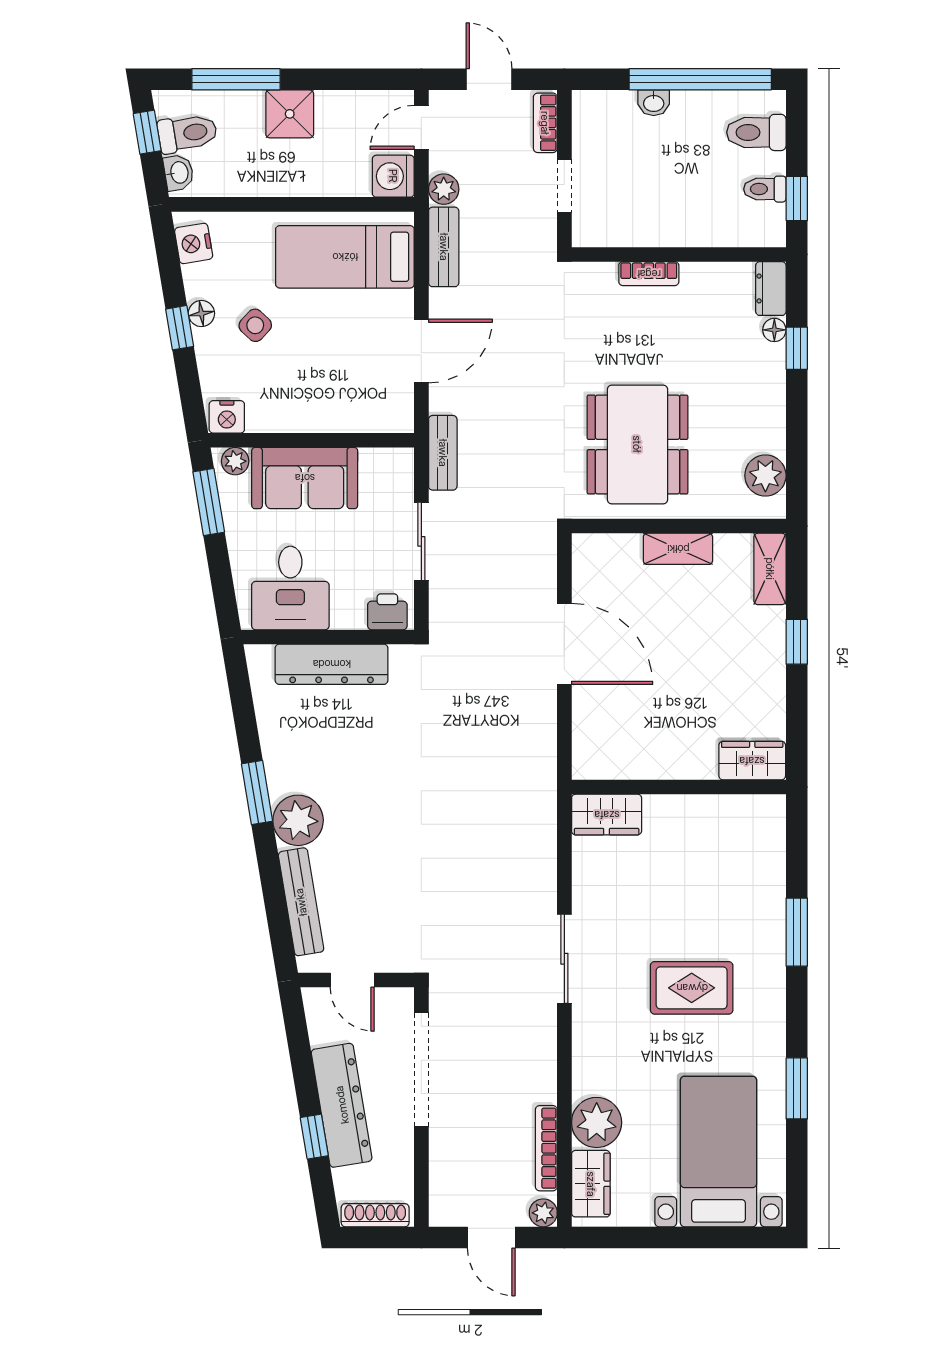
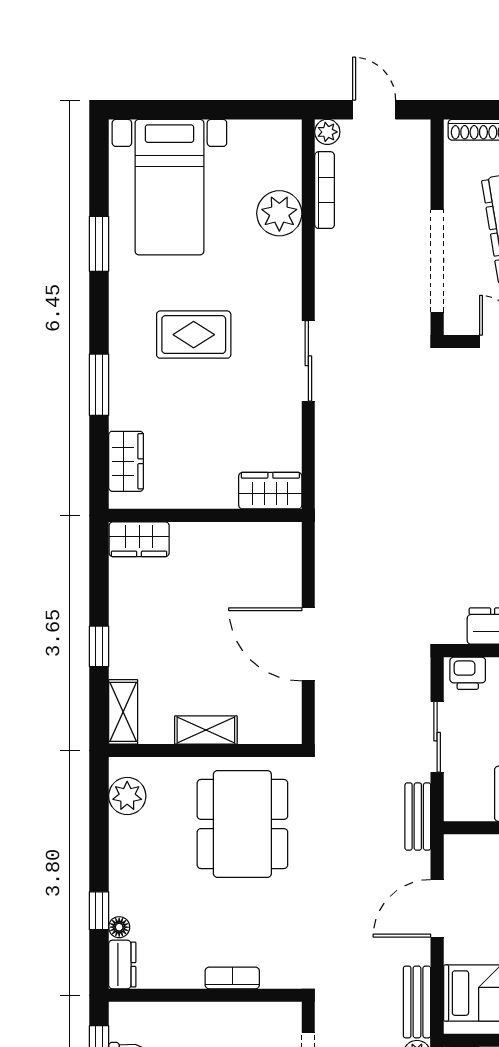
wardrobe: (591, 1184) -> (126, 461), moved, turned 180

